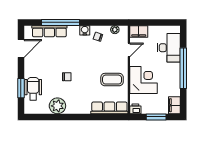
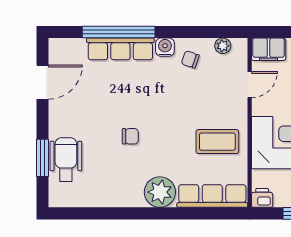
row of seats: (49, 31) -> (120, 49), moved
plant: (57, 106) -> (160, 192), moved

